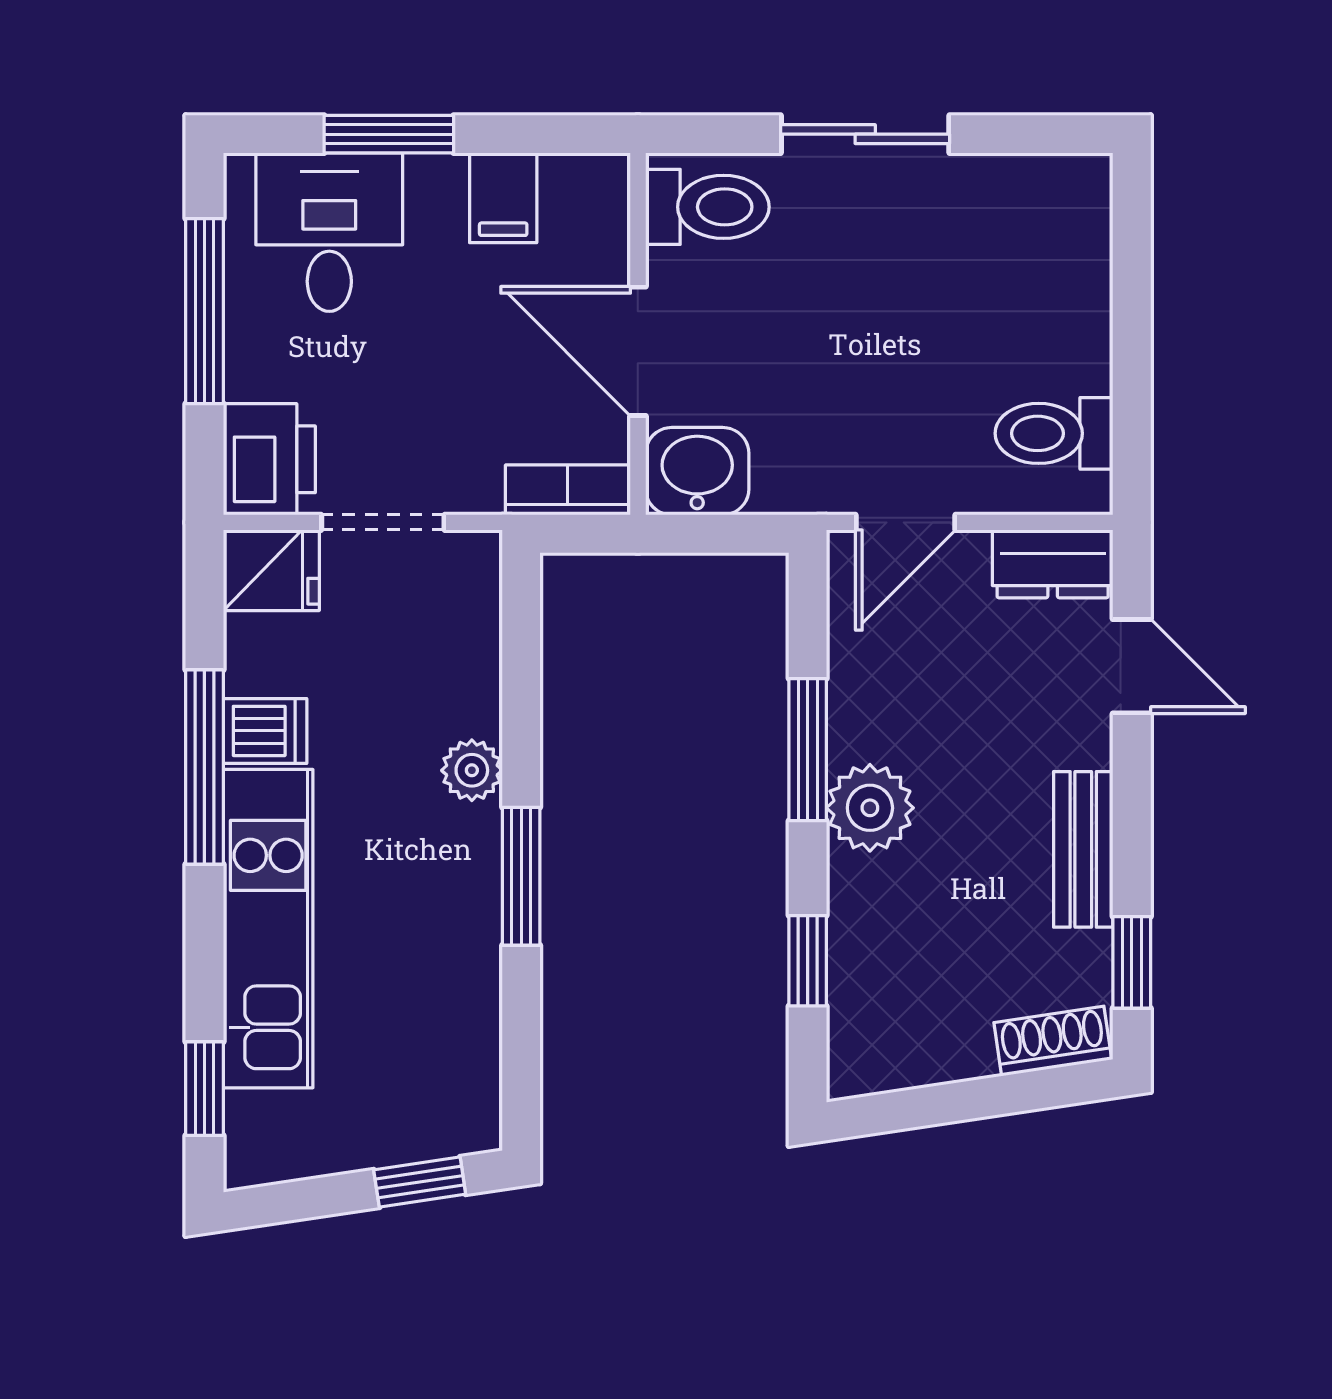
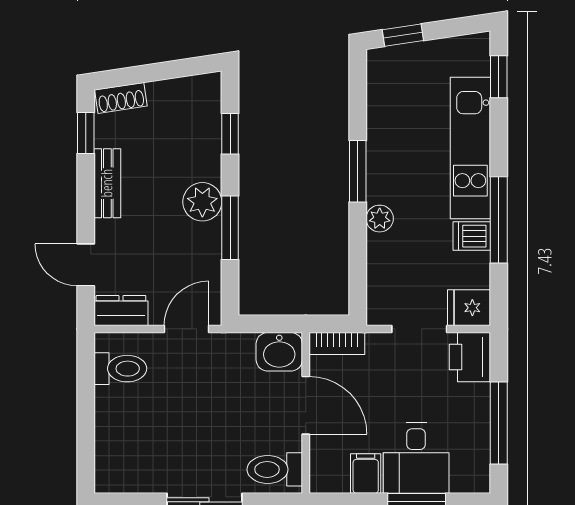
desk: (329, 232) -> (416, 458), moved

